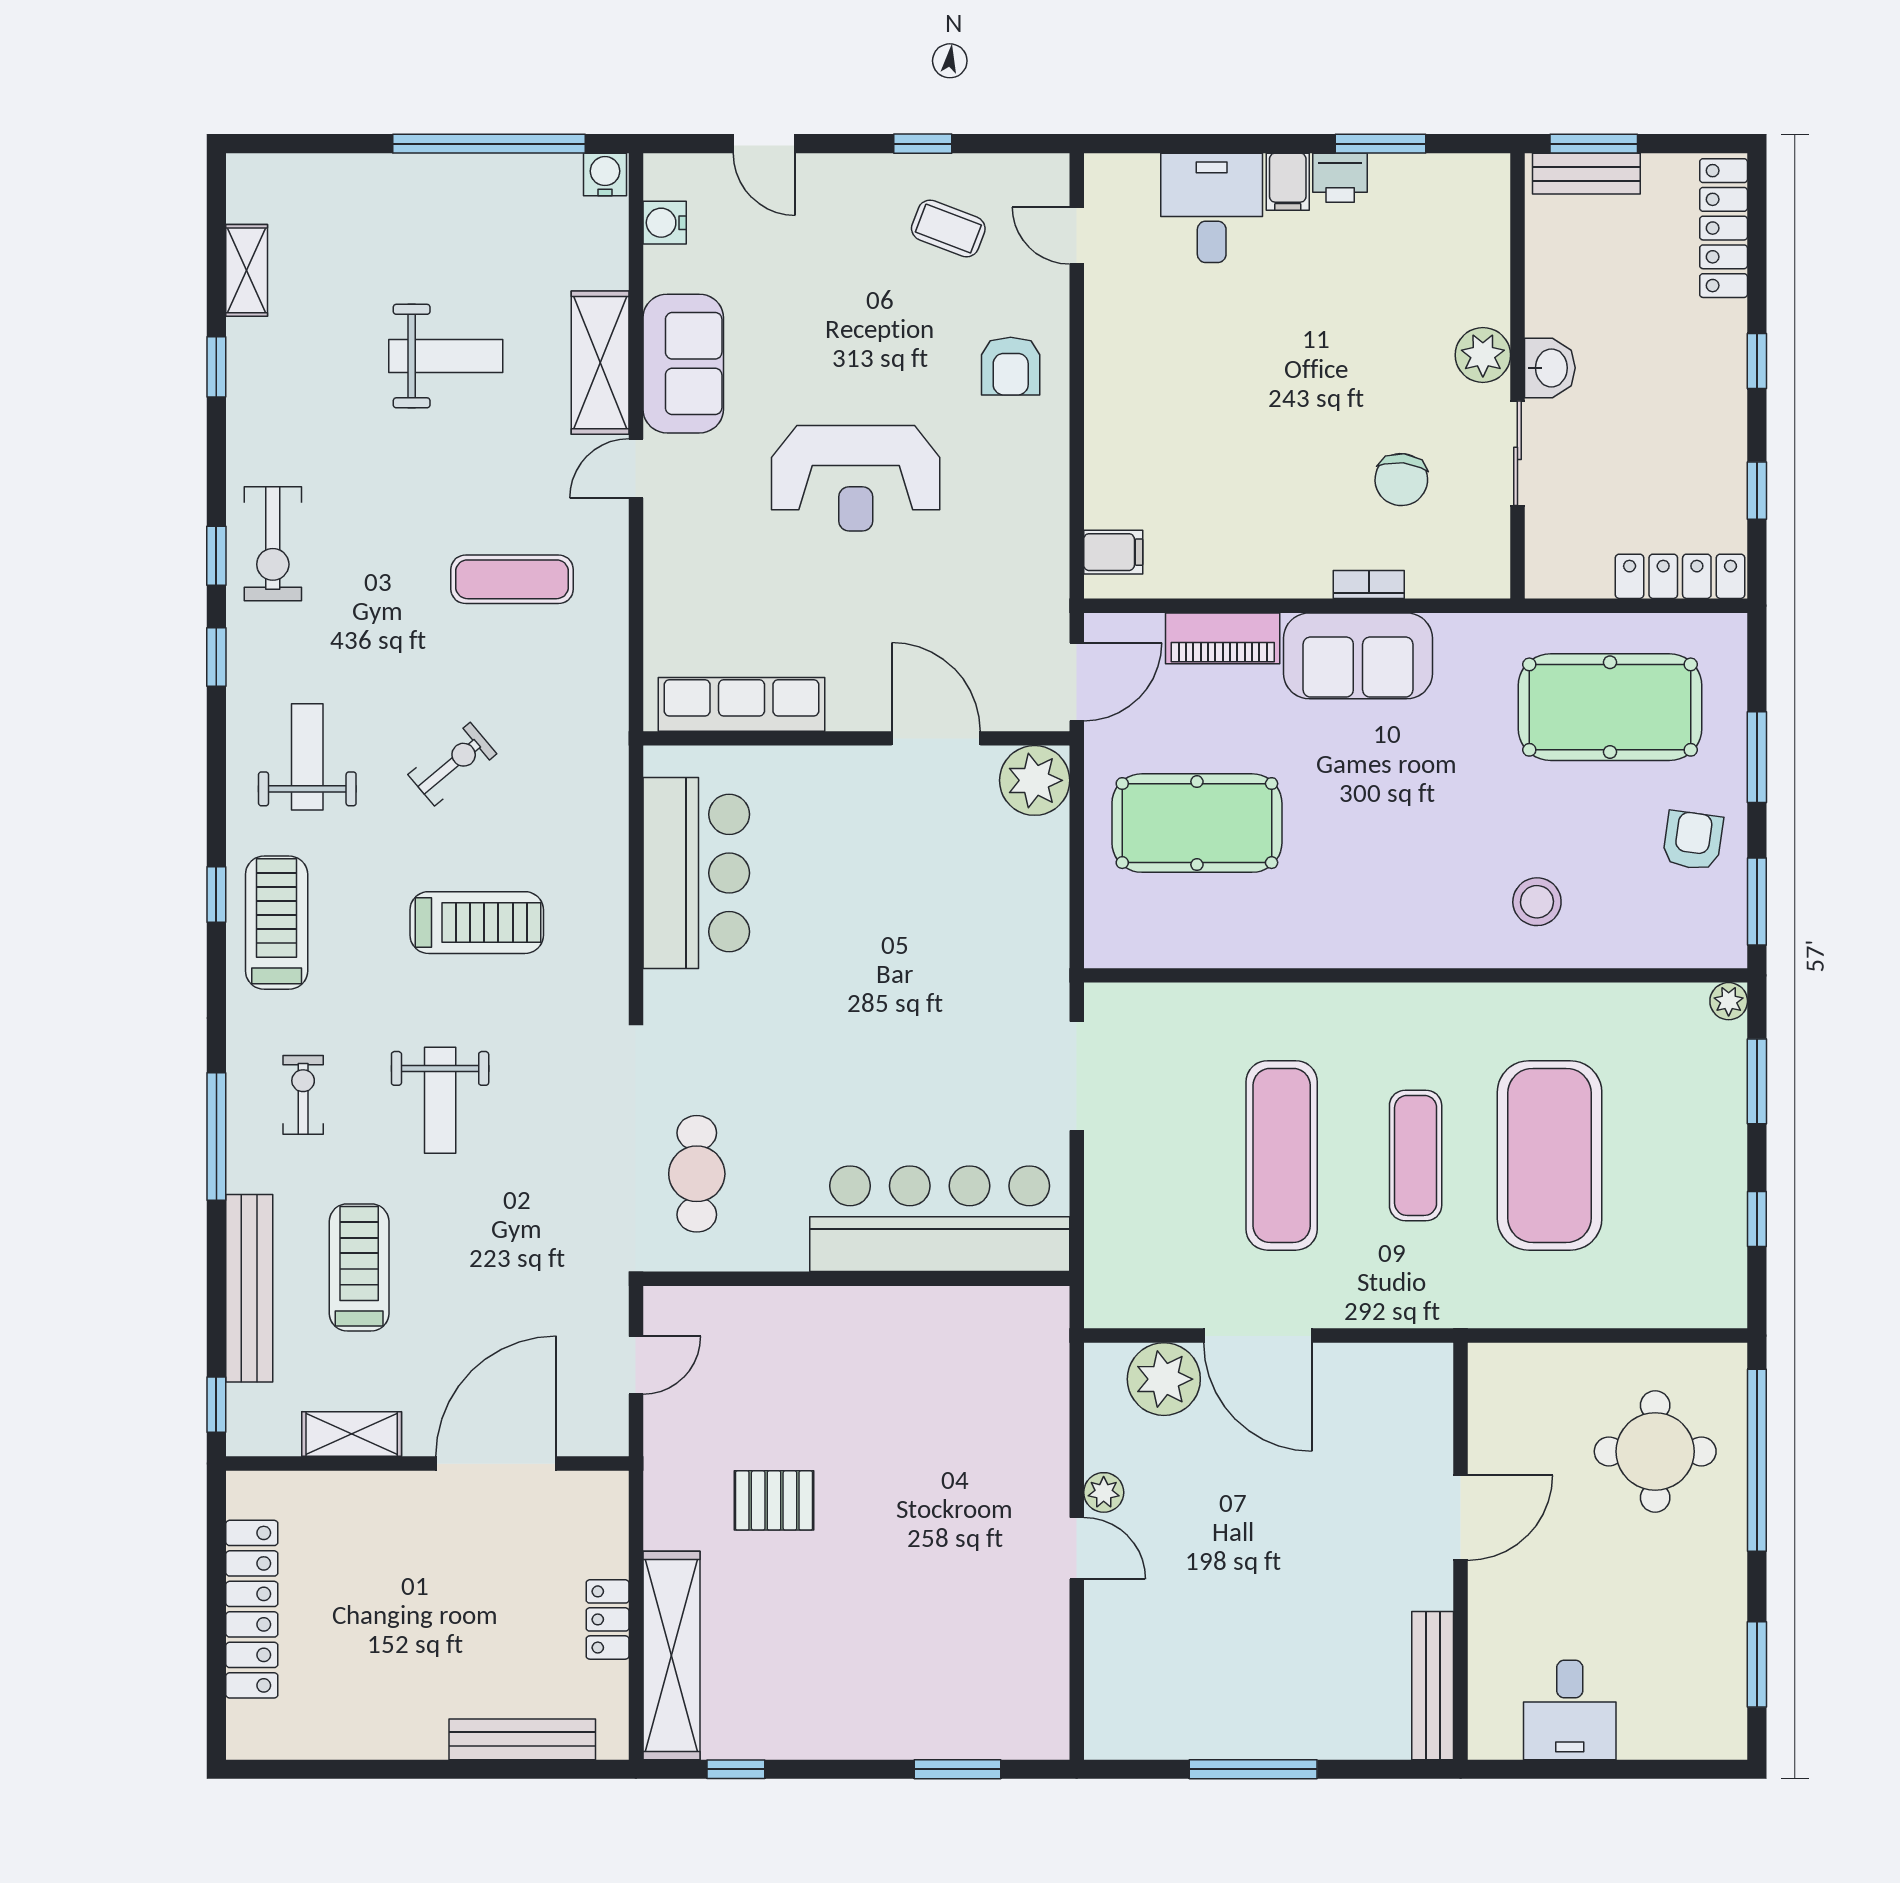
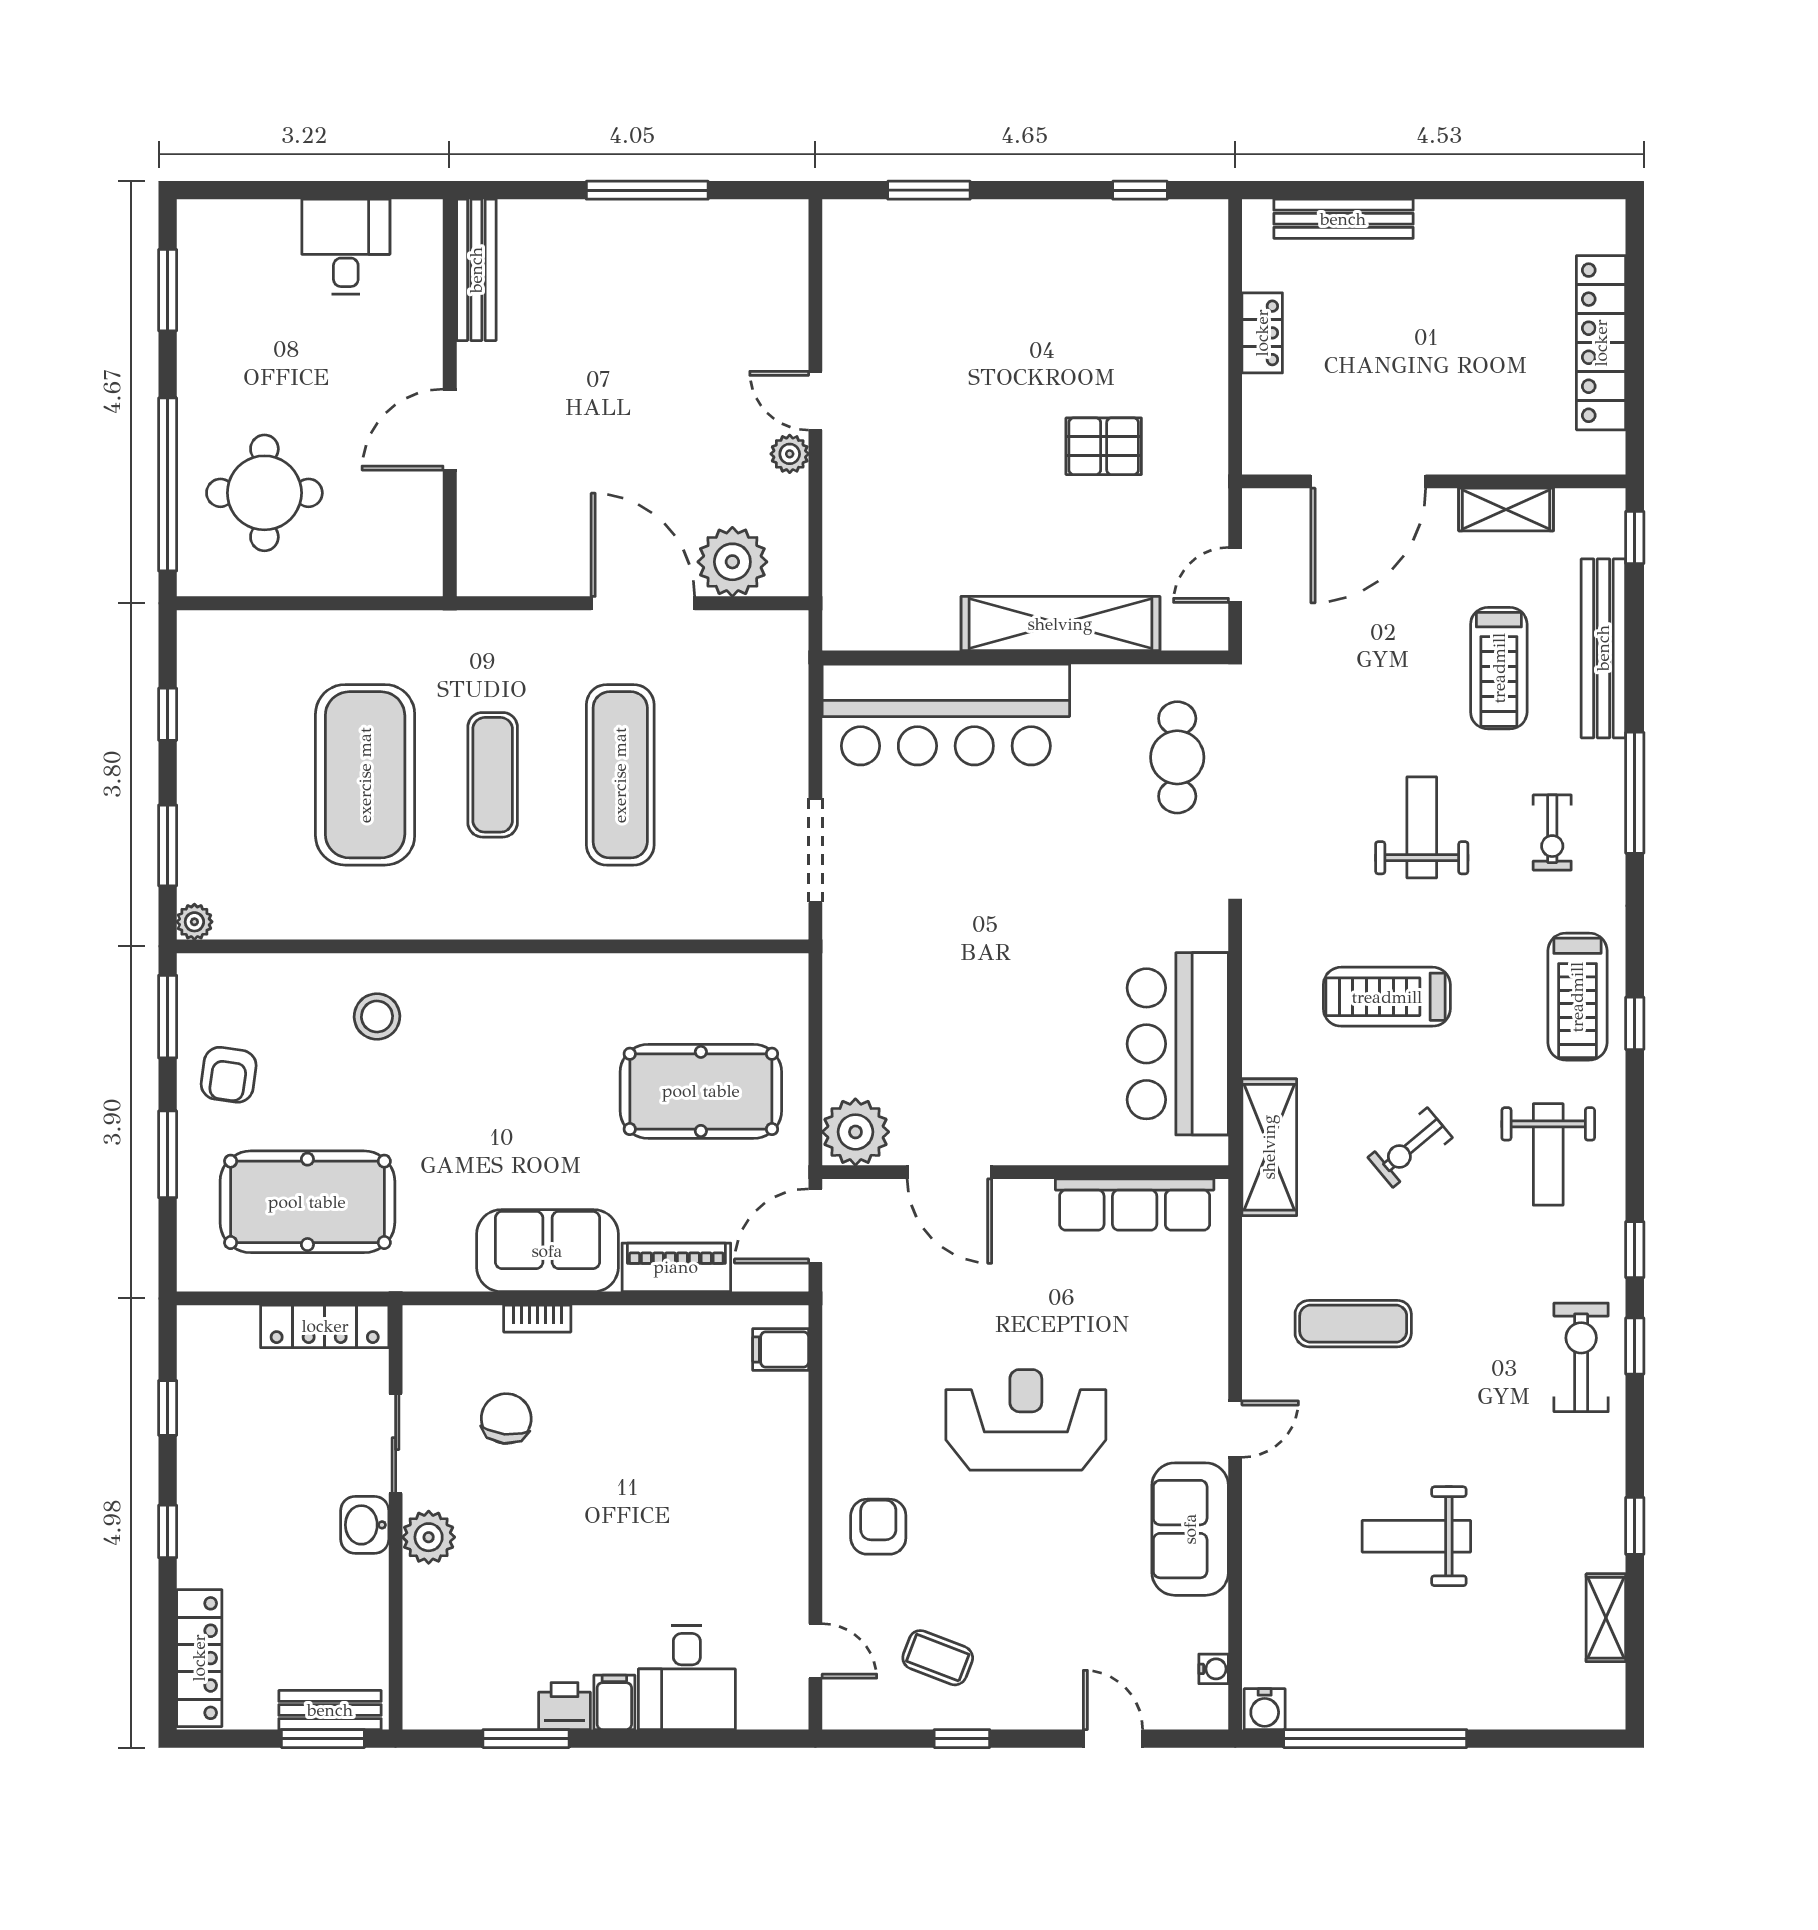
water cooler: (665, 223) -> (1214, 1669), width x0.72, depth x0.72
shelving: (600, 363) -> (1269, 1147), moved
locker: (1680, 576) -> (325, 1326), moved
shelving: (671, 1655) -> (1060, 624), moved, turned 90

